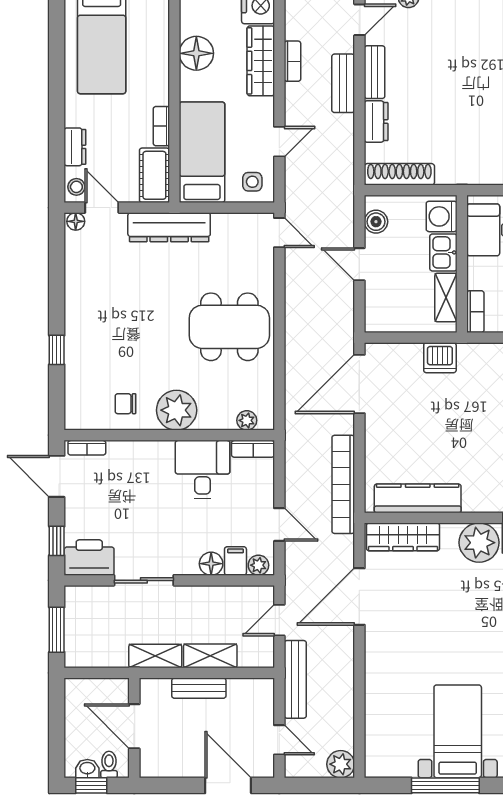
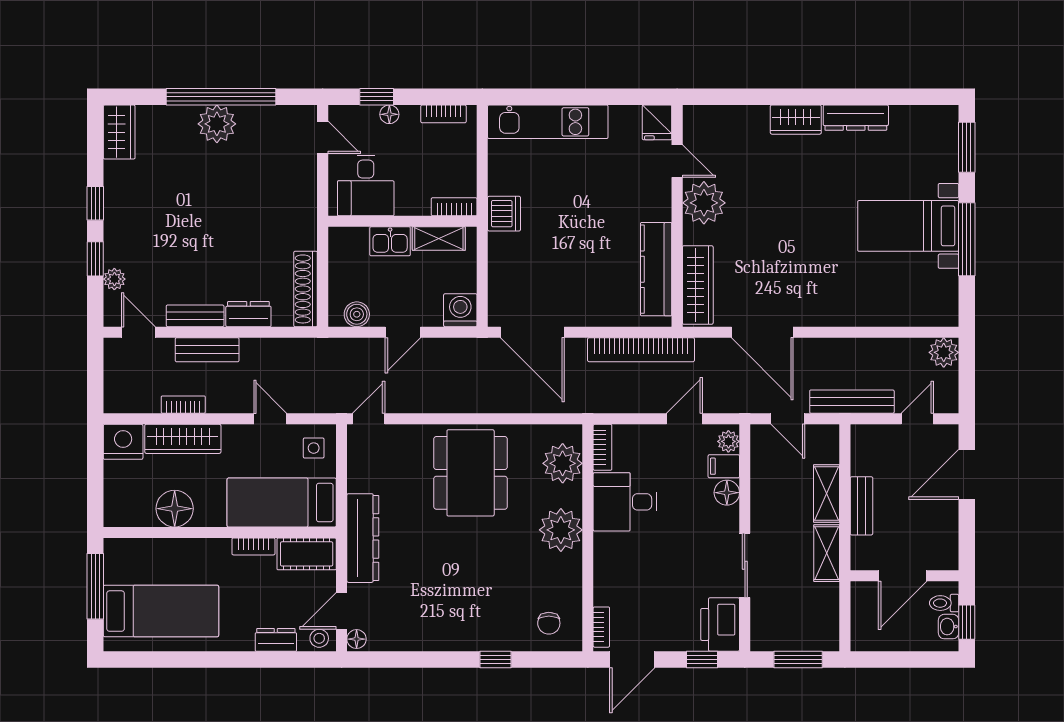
washing machine: (442, 216) -> (460, 310), moved, turned 180
dishwasher: (440, 358) -> (504, 214), moved
chair: (126, 404) -> (549, 623), moved
plant: (247, 420) -> (563, 463), width x1.87, depth x1.87

